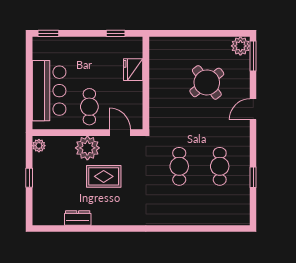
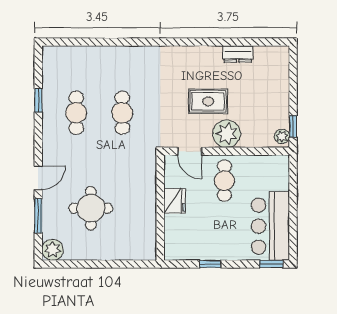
window: (116, 33) -> (210, 264), moved
window: (253, 56) -> (38, 216), moved
fridge: (133, 70) -> (175, 201), moved
round table: (207, 82) -> (91, 208), turned 38
bar counter: (49, 91) -> (270, 226), moved
window: (29, 178) -> (293, 126), moved

